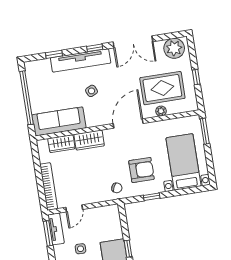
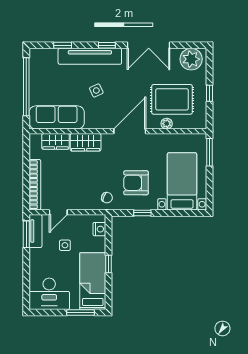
armchair: (141, 170) -> (136, 183), turned 180
nightstand: (114, 218) -> (99, 229), added
side table: (80, 249) -> (65, 245), moved

